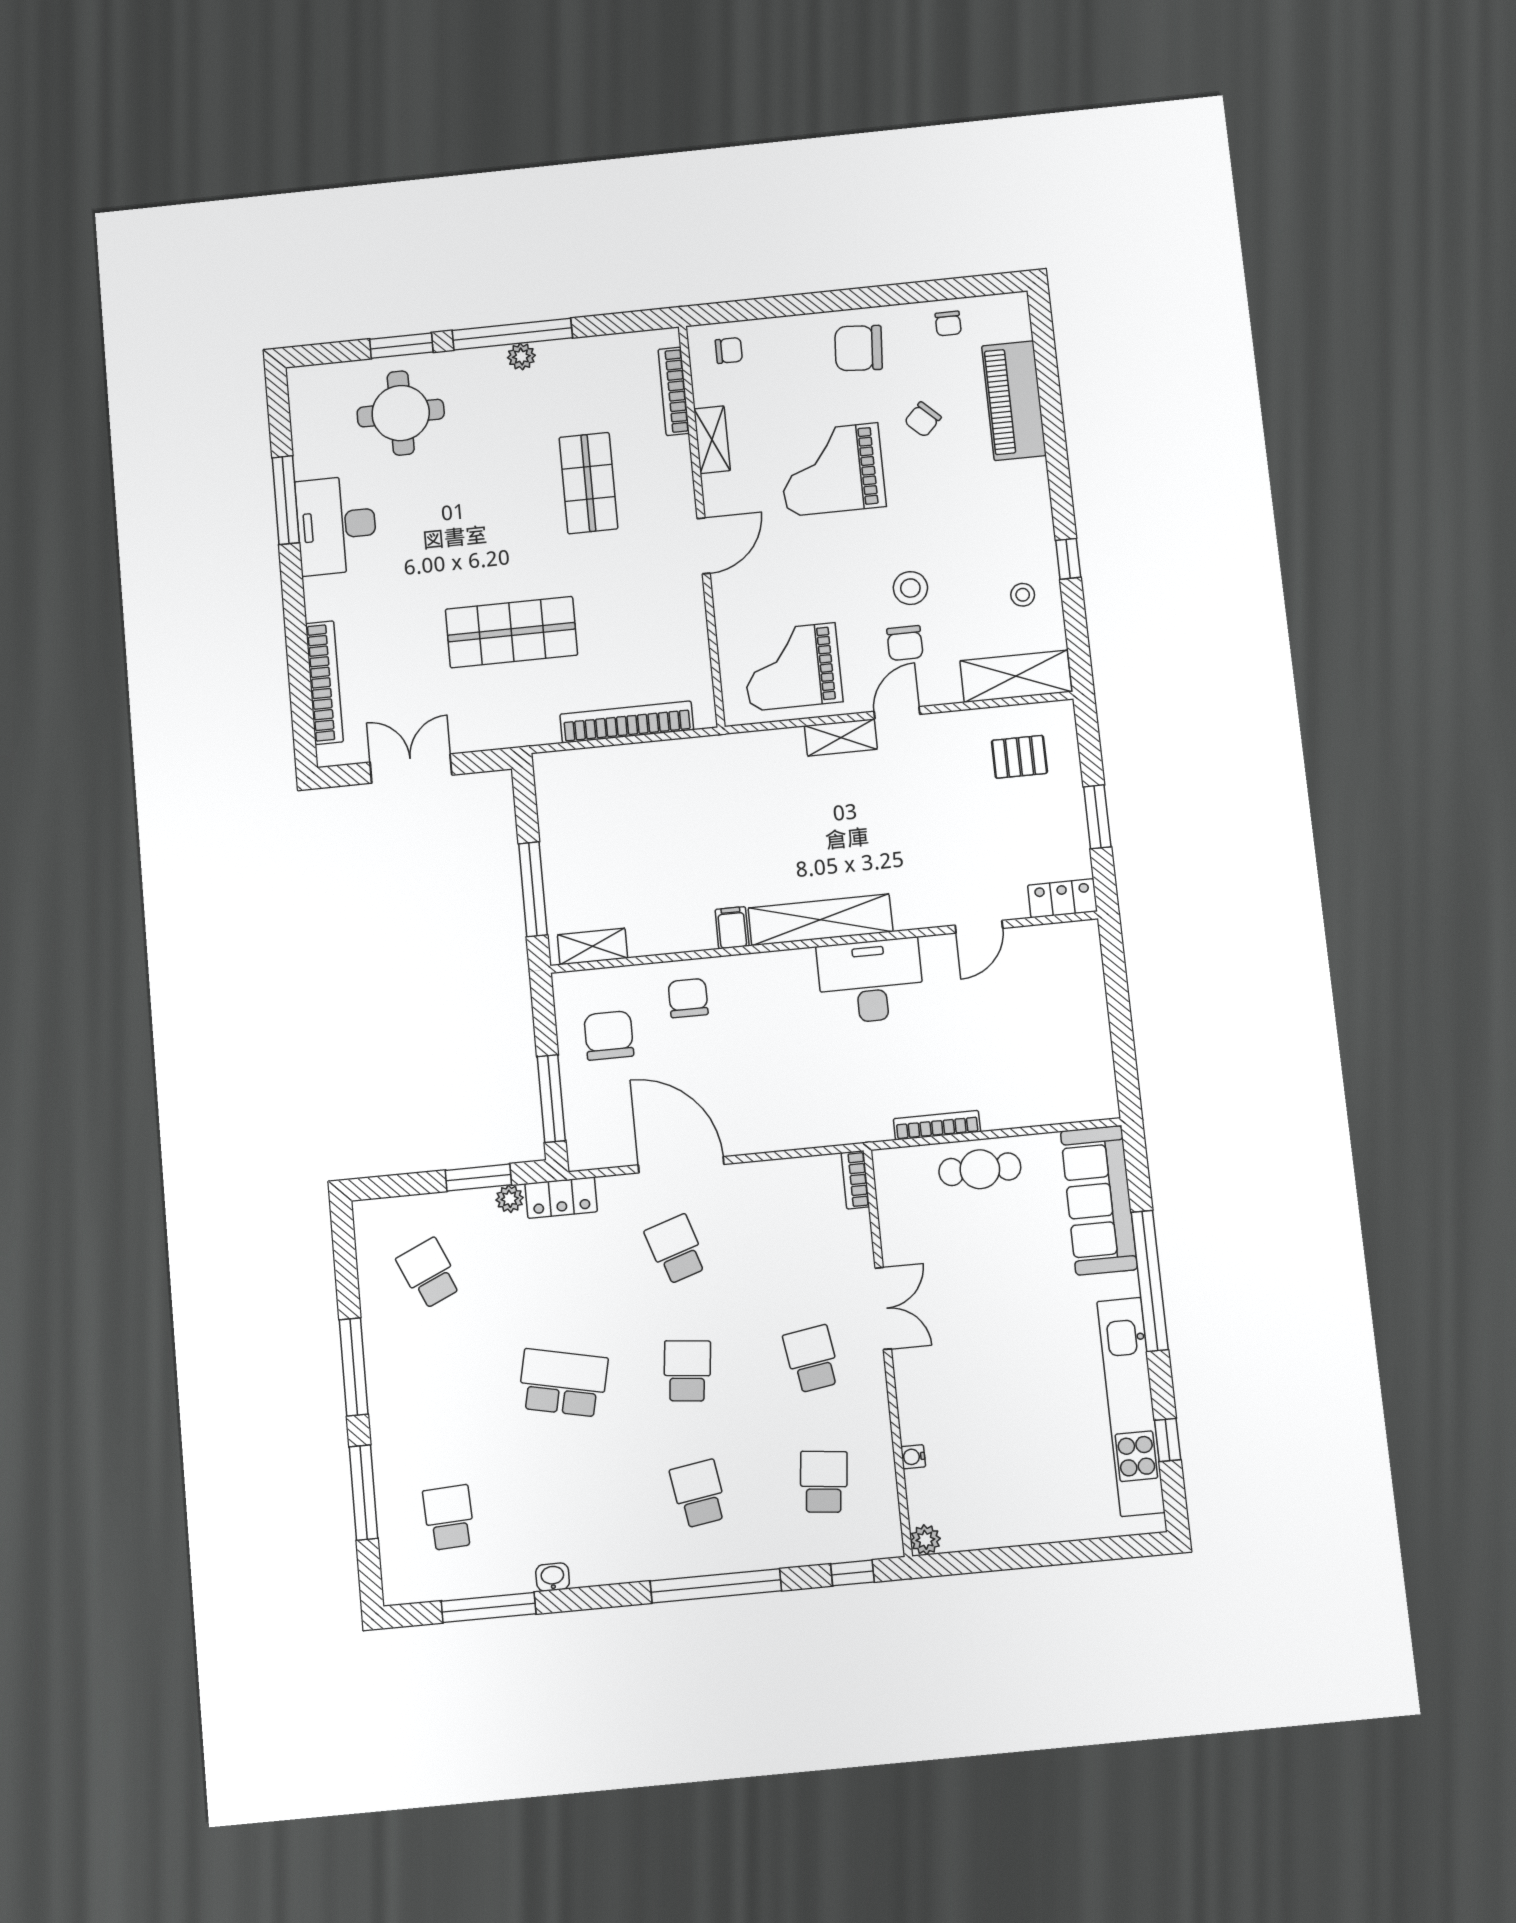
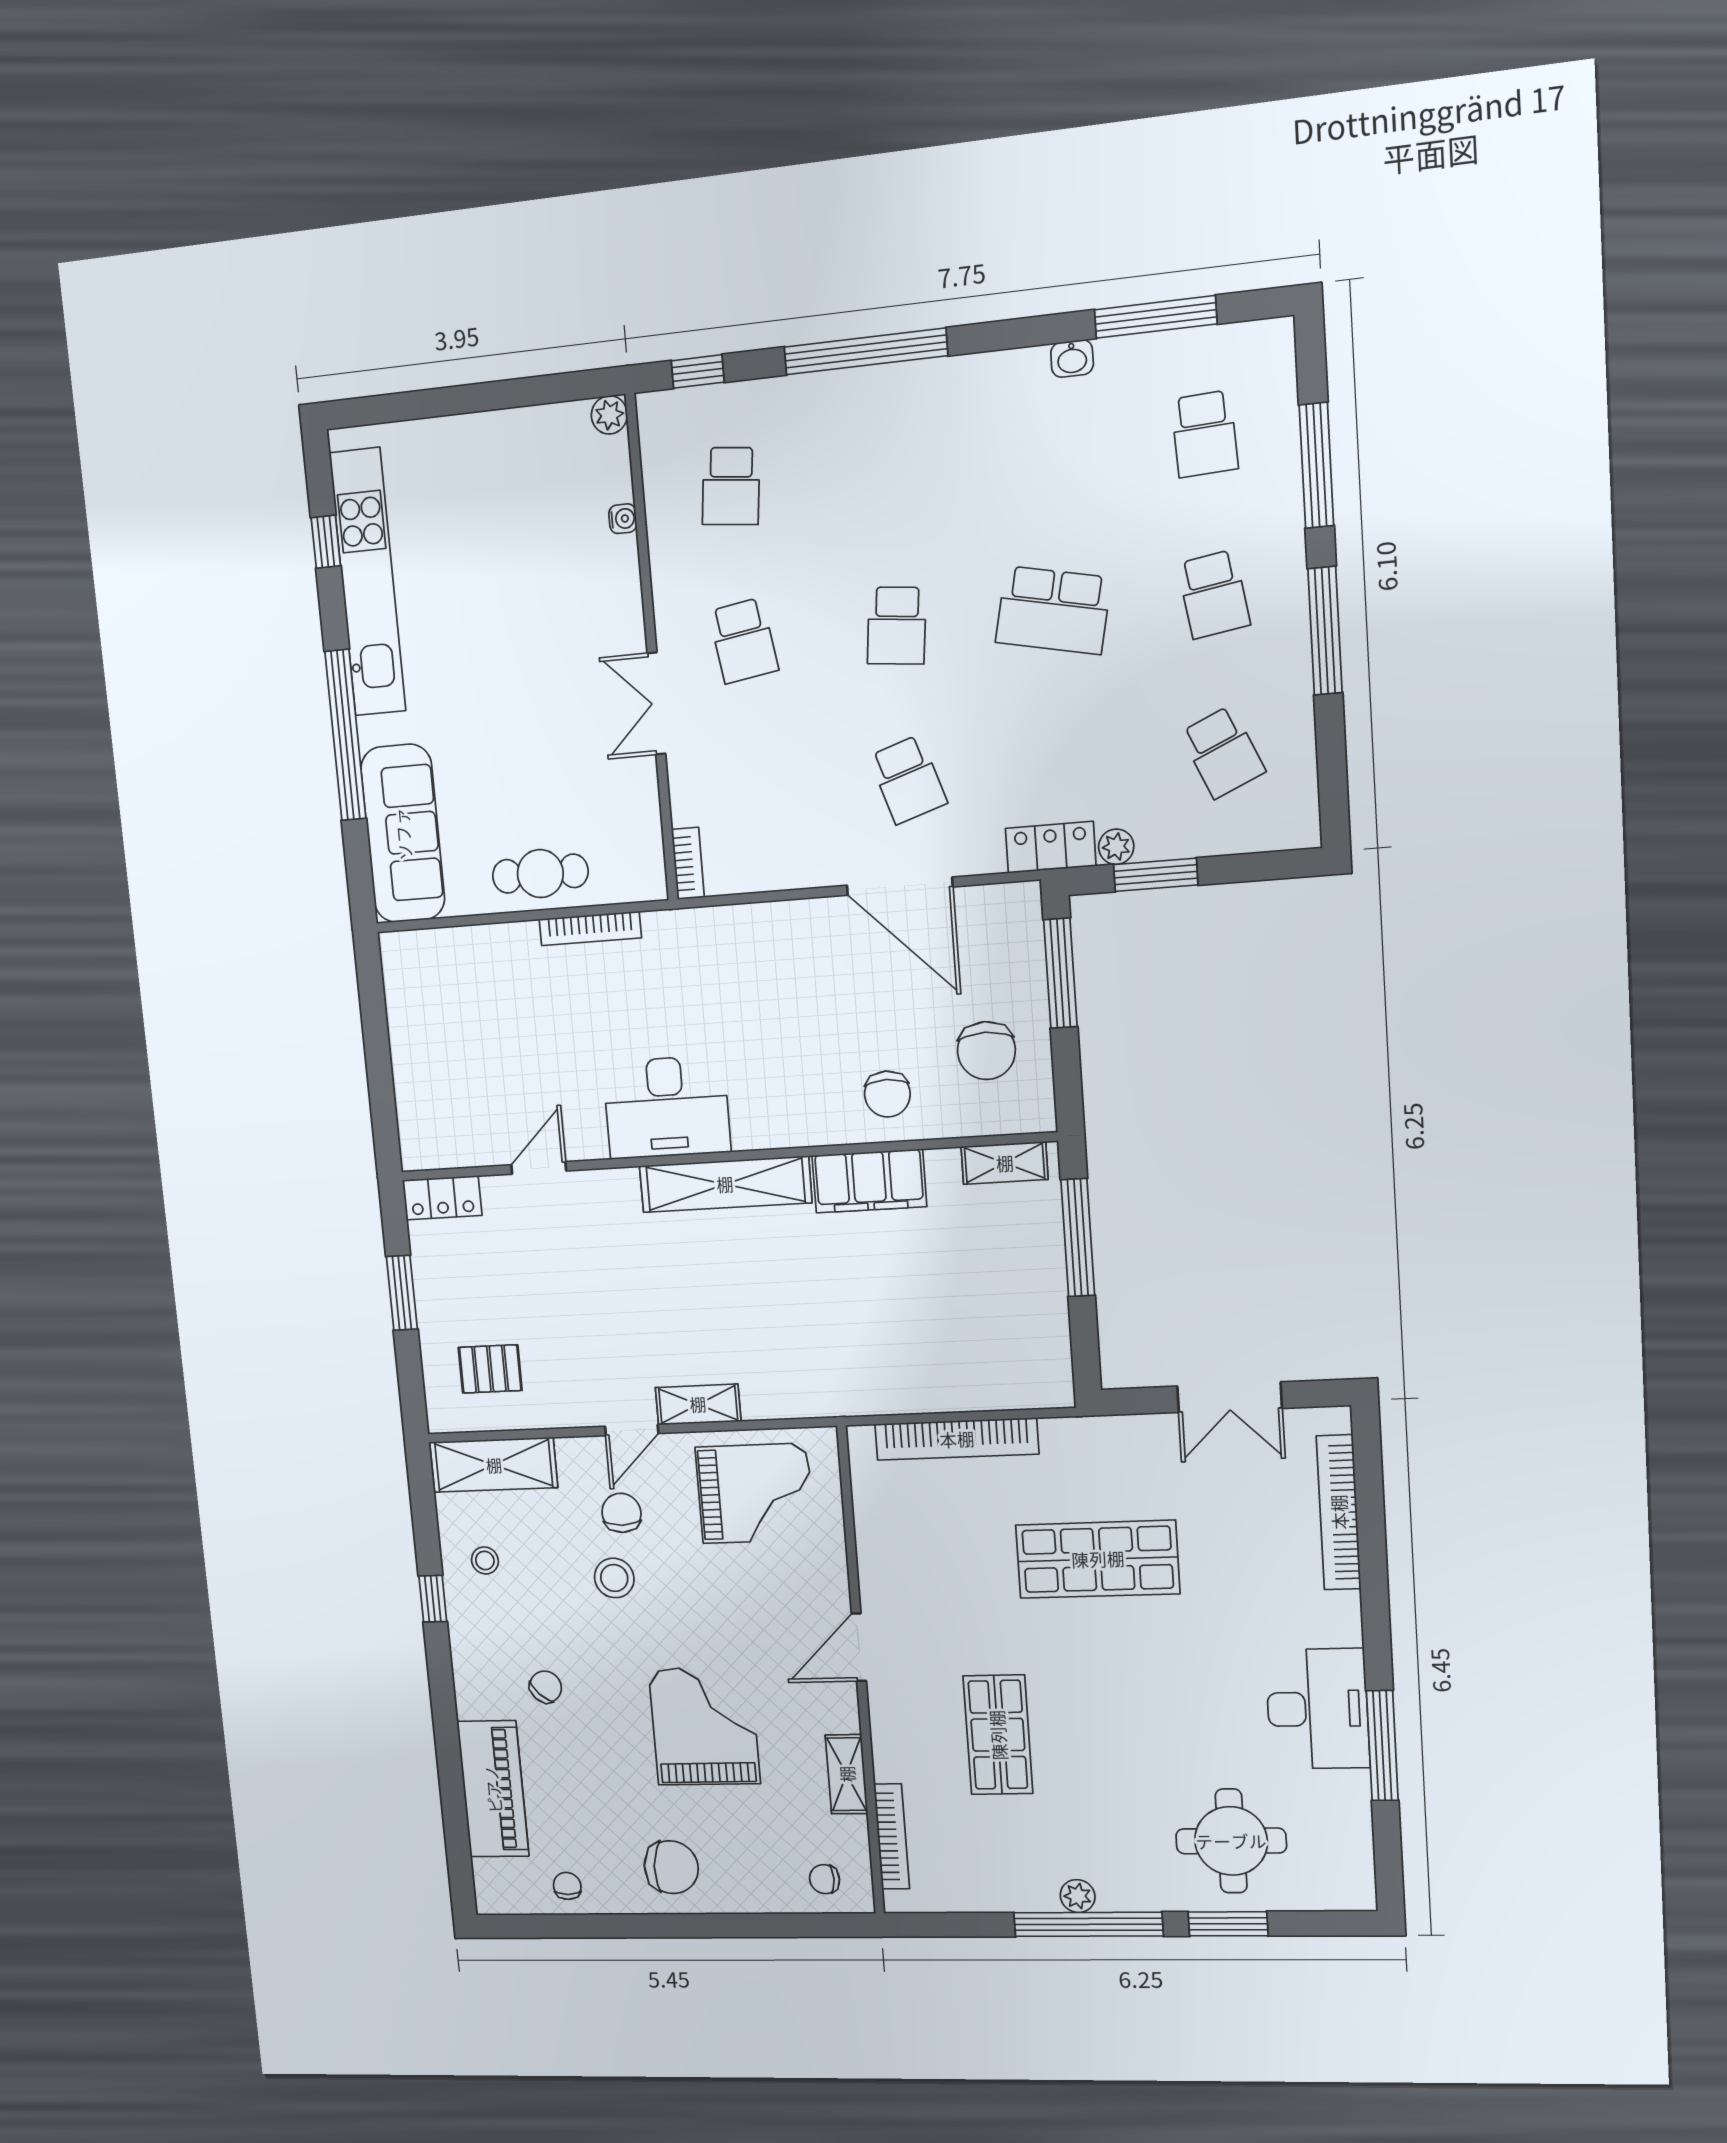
chair: (923, 419) -> (546, 1687), moved
grand piano: (832, 470) -> (704, 1726), turned -90
filing cabinet: (732, 928) -> (869, 1181), width x3.00, depth x1.17
school desk: (699, 1494) -> (1214, 594), moved

